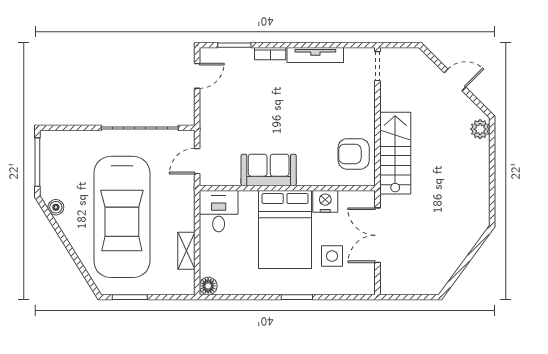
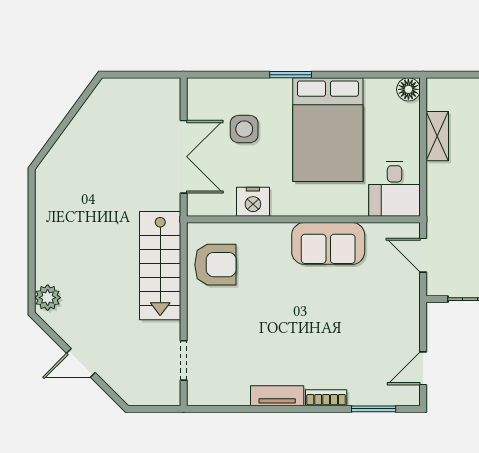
tv unit: (315, 55) -> (277, 396), width x0.71
doorway: (377, 66) -> (184, 360), moved
door: (197, 161) -> (423, 255), swing flipped
bed: (285, 229) -> (328, 130), moved, turned 180

